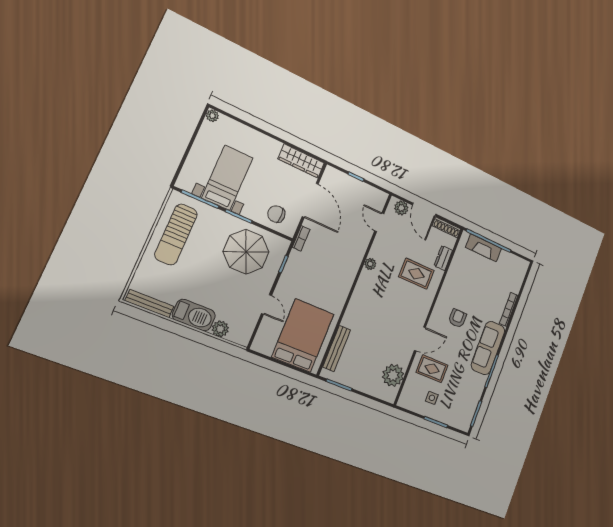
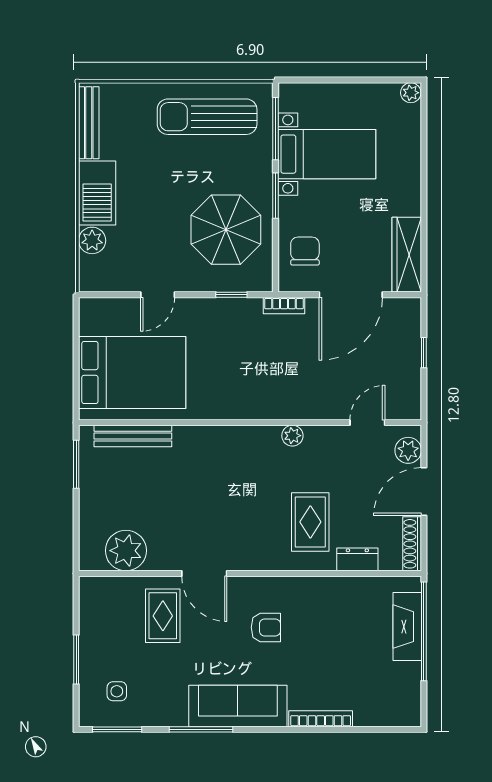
side table: (432, 398) -> (117, 691), moved

